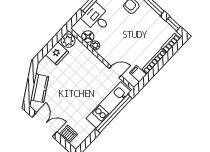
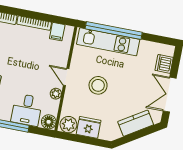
floor lamp: (88, 37) -> (49, 122), moved
door: (115, 72) -> (66, 77), moved
stool: (82, 79) -> (98, 85), added

